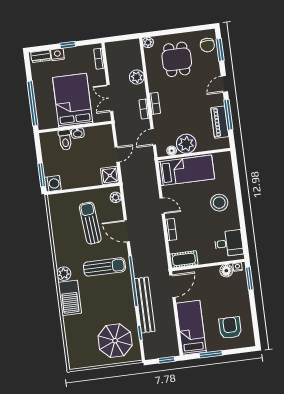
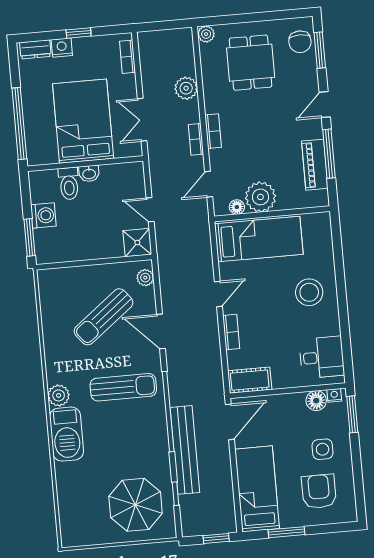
door: (117, 154) -> (150, 210), swing flipped
washing machine: (53, 184) -> (43, 215), moved
door: (162, 206) -> (218, 294), hinge flipped
sun lounger: (90, 223) -> (104, 317), turned -123
side table: (231, 301) -> (323, 449), added

